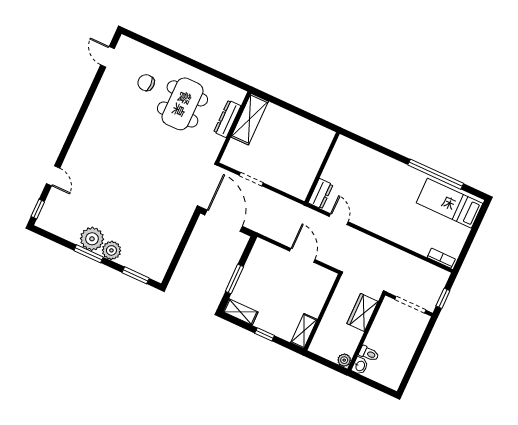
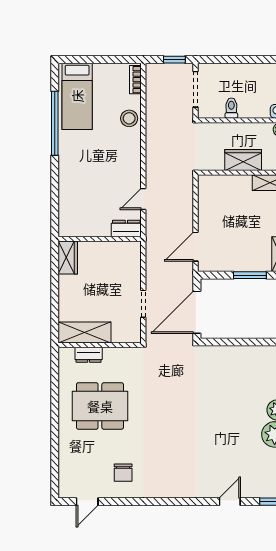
chair: (146, 83) -> (123, 473), moved
dresser: (227, 119) -> (89, 355), width x0.70
wardrobe: (319, 134) -> (68, 258), added
stool: (411, 238) -> (129, 118), added
door: (302, 255) -> (196, 247), moved
wardrobe: (363, 312) -> (243, 160), moved, turned 180
toilet: (369, 354) -> (231, 108), moved

